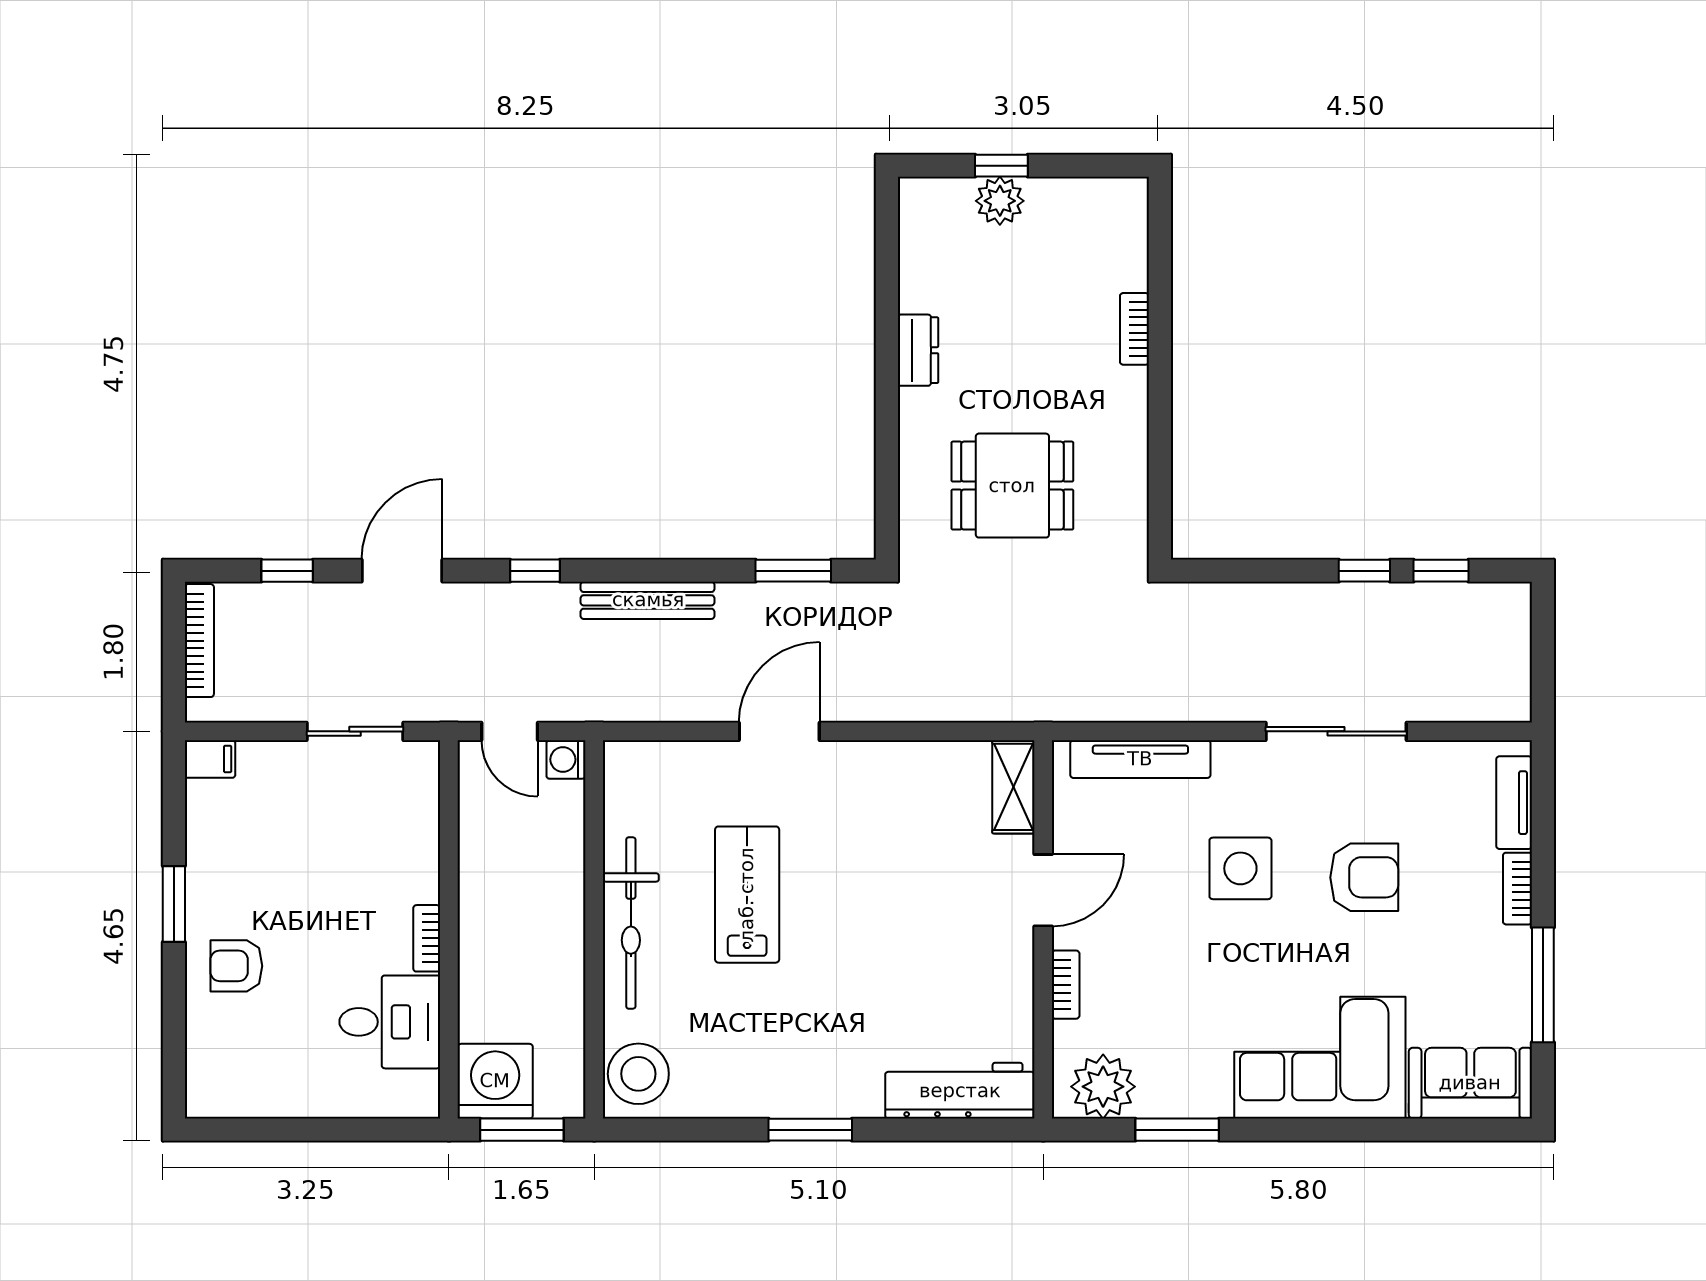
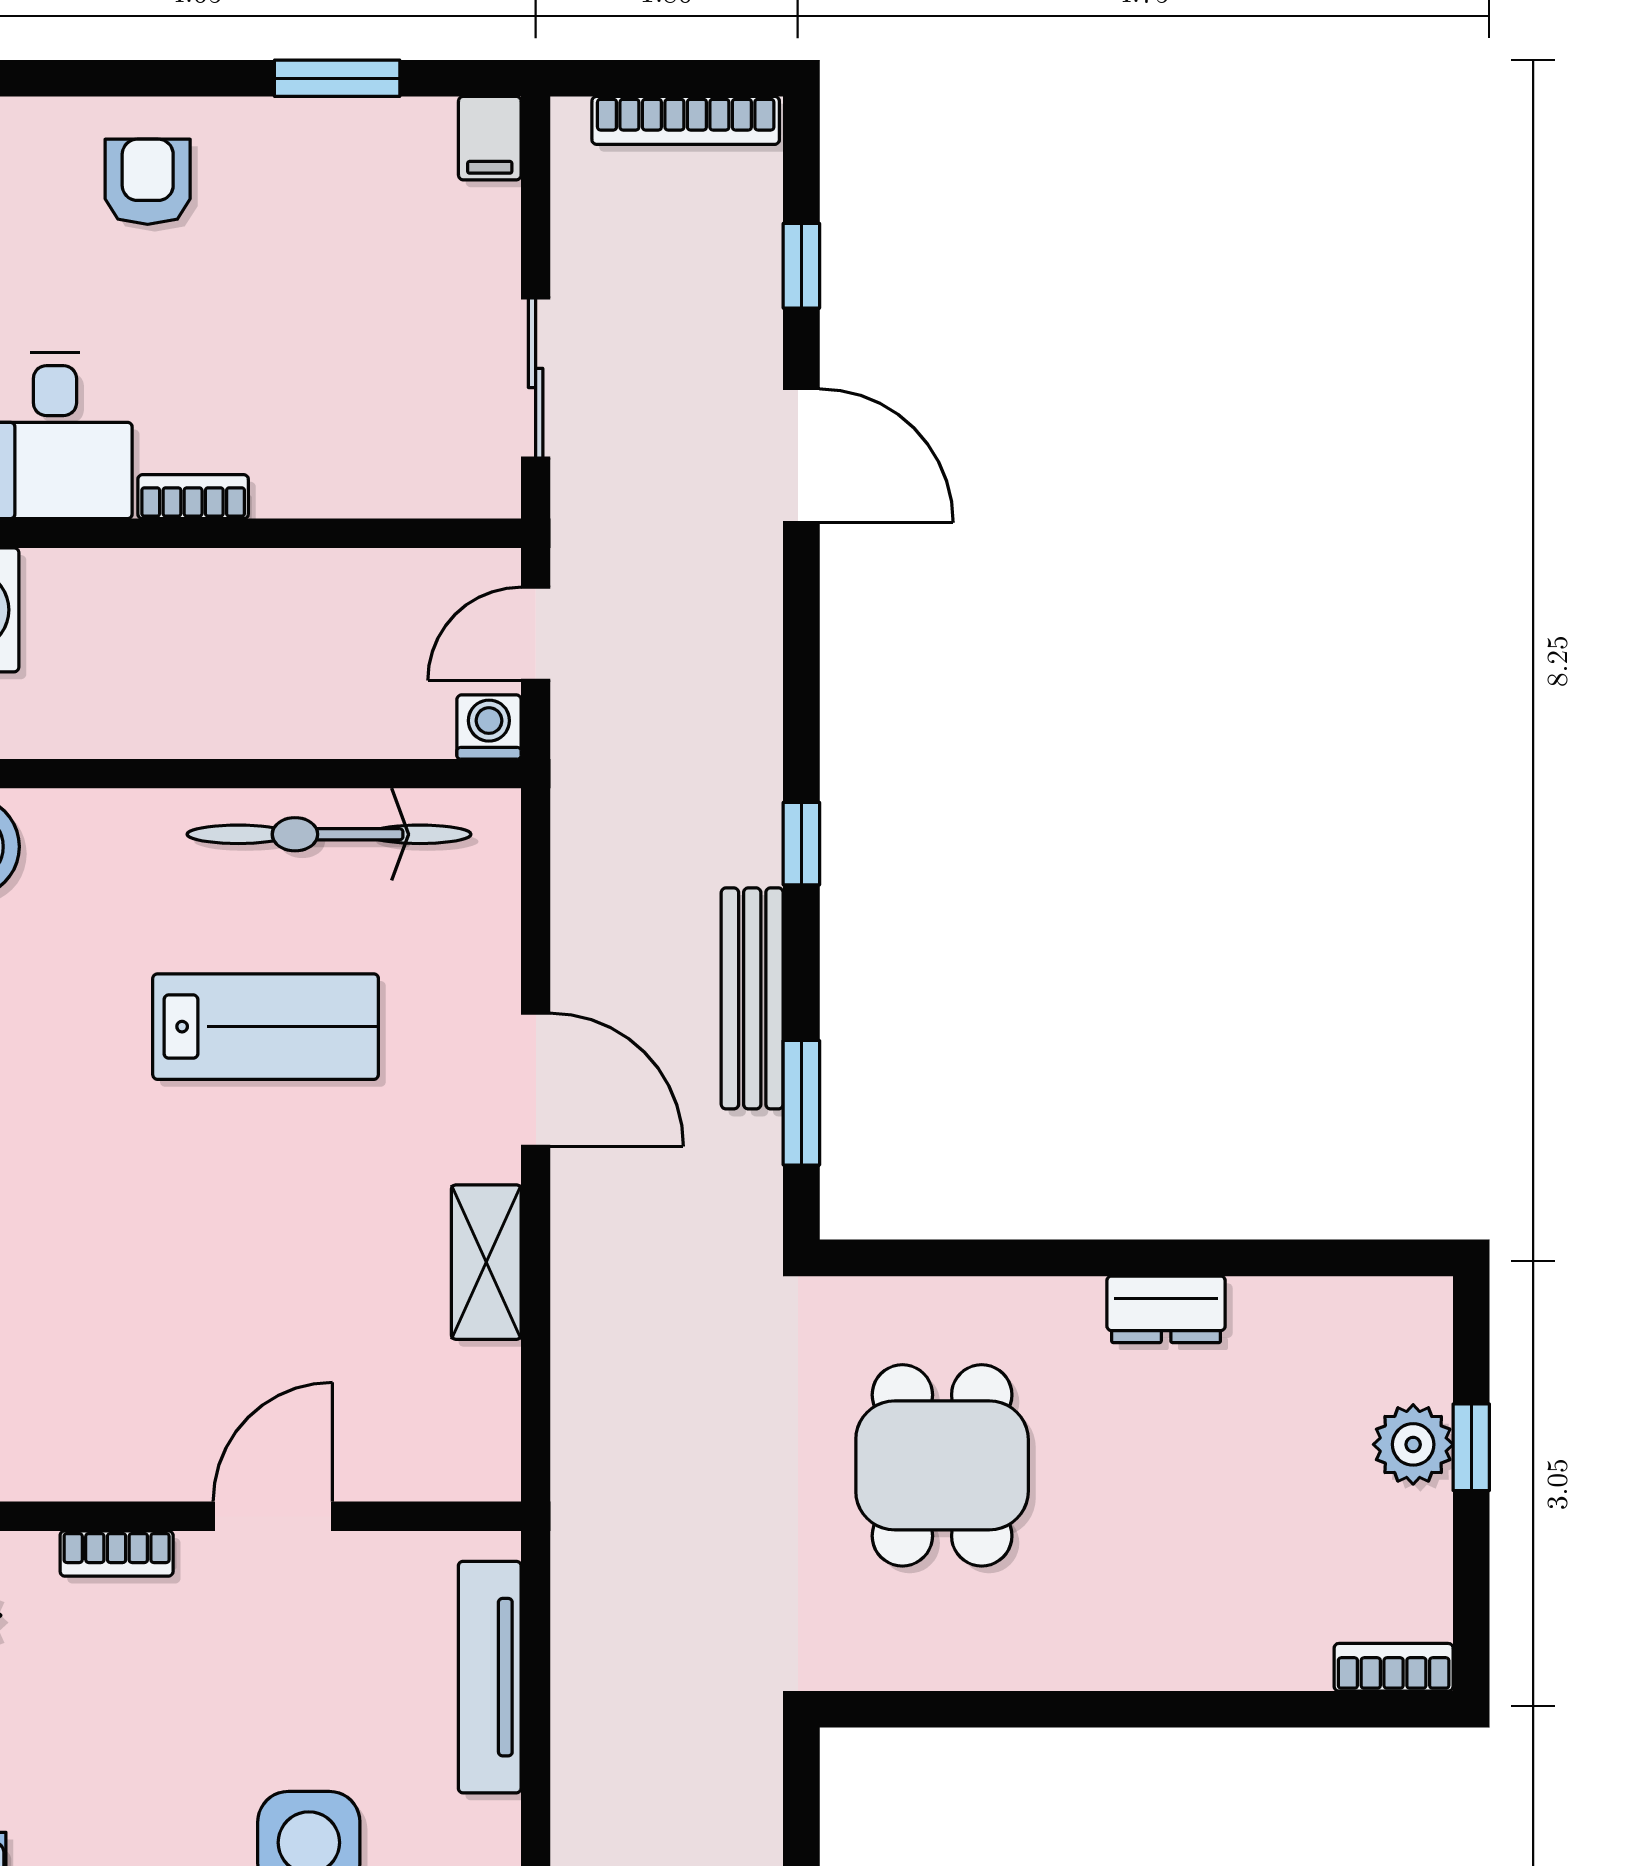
bookcase: (1134, 329) -> (1394, 1667), moved
window: (535, 571) -> (801, 844), moved
bench: (648, 600) -> (752, 998), moved
shelving: (1013, 787) -> (486, 1262), moved, turned 90
door: (1043, 890) -> (273, 1516), swing flipped
window: (174, 904) -> (337, 78), moved
bicycle: (631, 923) -> (329, 834), moved

